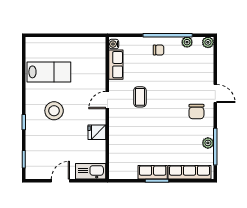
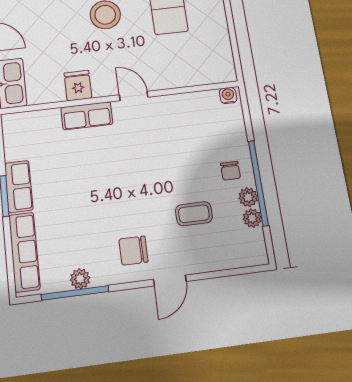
plant: (208, 42) -> (248, 197), moved
row of seats: (116, 65) -> (87, 116), moved
coffee table: (140, 97) -> (194, 214), moved

